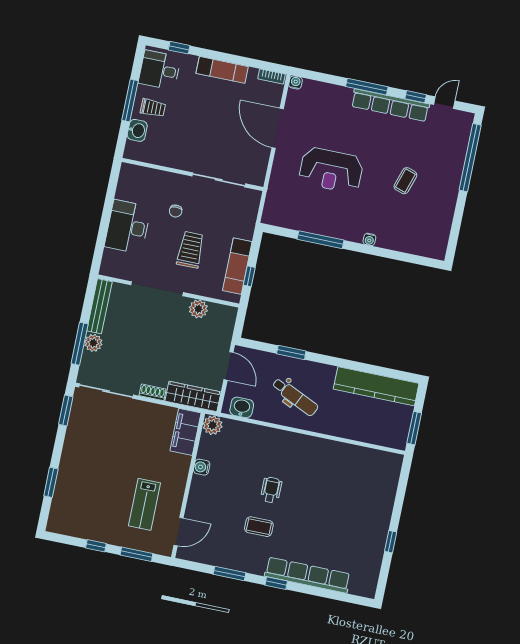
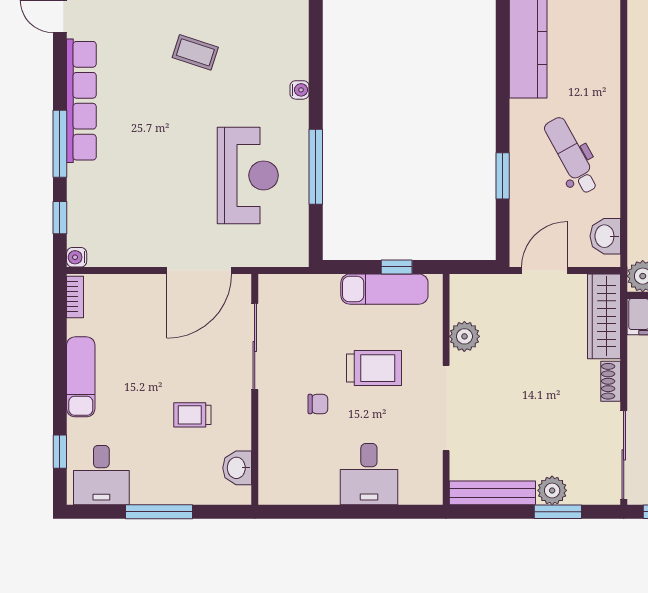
window: (416, 97) -> (60, 218), moved
trolley: (153, 108) -> (192, 415), moved, turned -90
door: (278, 128) -> (199, 270), moved
washbasin: (137, 130) -> (237, 468), moved, turned -90
reception desk: (331, 170) -> (248, 175), moved
desk: (128, 227) -> (369, 474), width x0.73
trolley: (190, 250) -> (374, 368), turned 180
window: (80, 344) -> (558, 512), width x0.69
dental chair: (295, 397) -> (571, 155), turned -54

